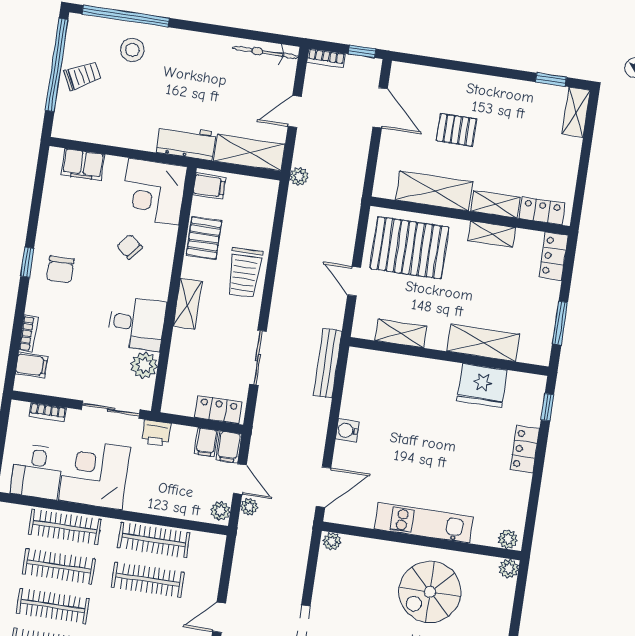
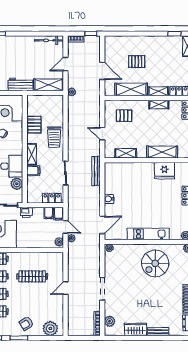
door: (380, 108) -> (102, 71), moved
filing cabinet: (209, 186) -> (33, 171), moved
pallet: (409, 248) -> (124, 116), width x0.49, depth x0.50
clothes rail: (154, 540) -> (32, 259), removed

